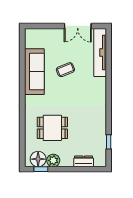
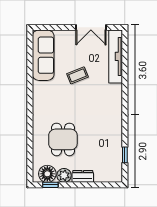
sofa: (34, 72) -> (43, 55), moved
dining table: (52, 128) -> (63, 139), turned 90
dresser: (84, 161) -> (83, 176), moved

